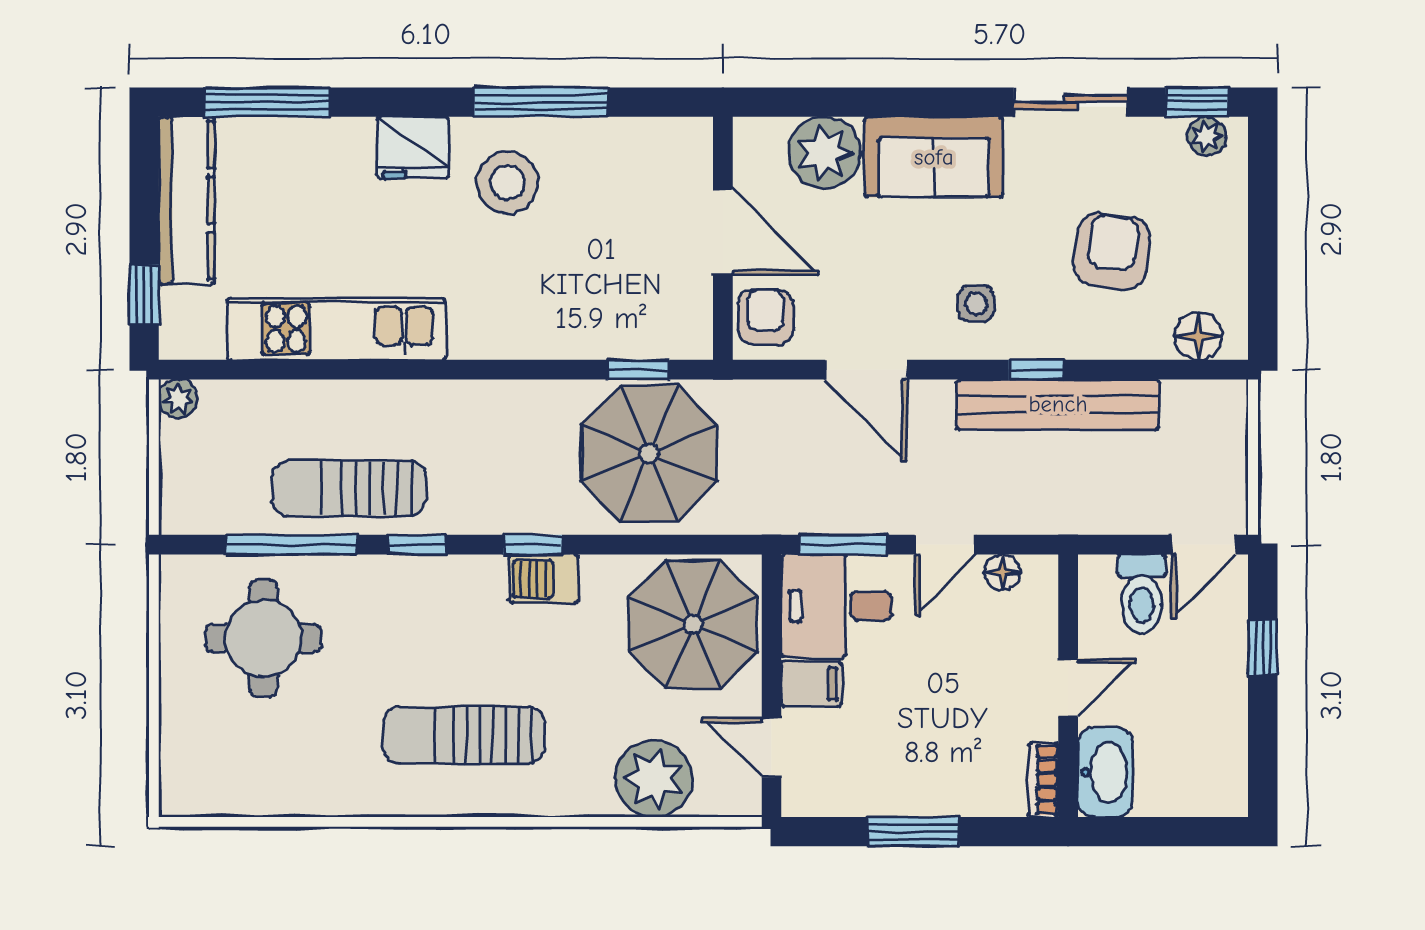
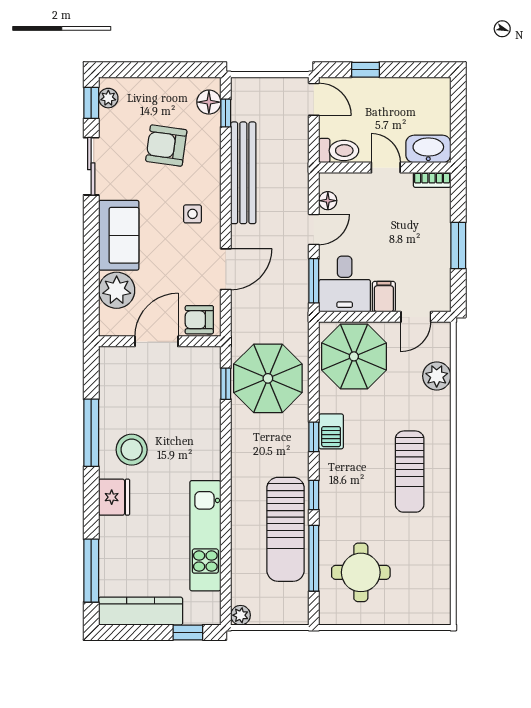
window: (1037, 370) -> (226, 113), moved
sun lounger: (349, 488) -> (286, 529), width x1.36, depth x1.34
door: (945, 545) -> (314, 229), hinge flipped
toilet: (1142, 594) -> (339, 151), moved
plant: (654, 779) -> (437, 376), width x0.73, depth x0.73

